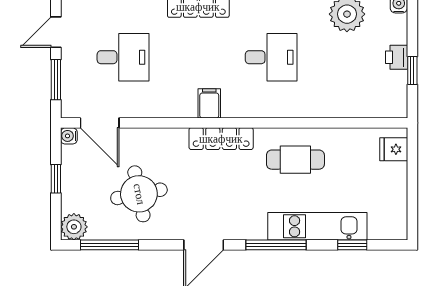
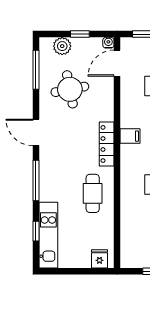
kitchen unit: (317, 226) -> (48, 235), moved
plant: (74, 227) -> (62, 46), moved

